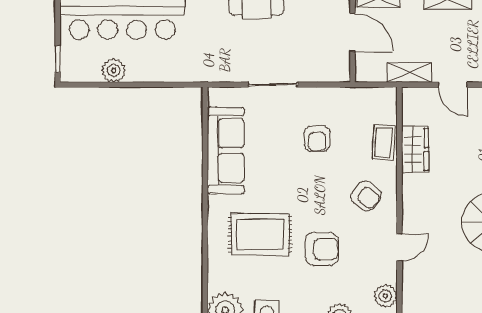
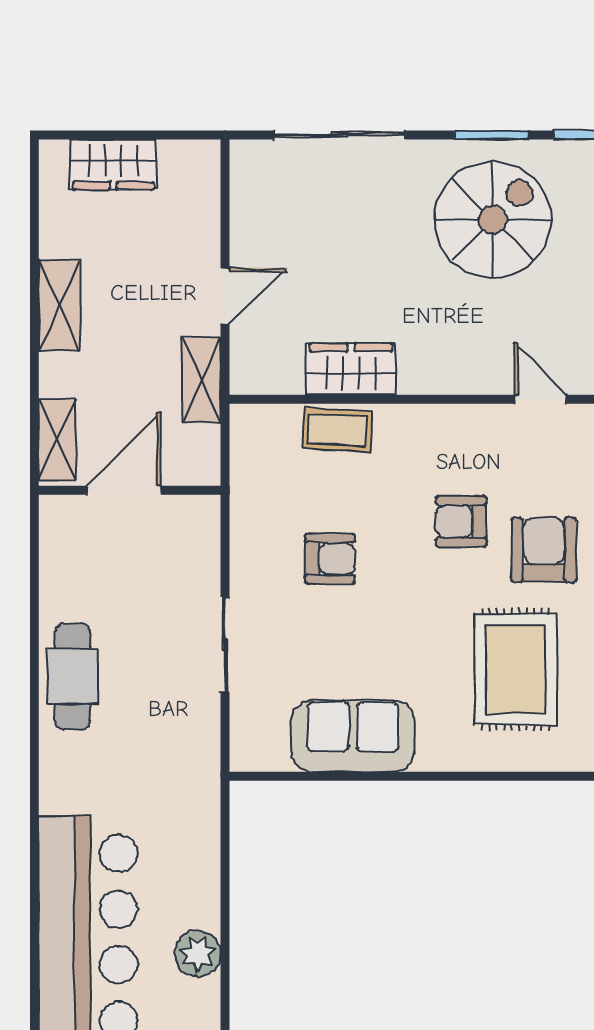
sofa: (226, 150) -> (353, 736), width x0.73
armchair: (366, 196) -> (461, 521), moved, turned -127

